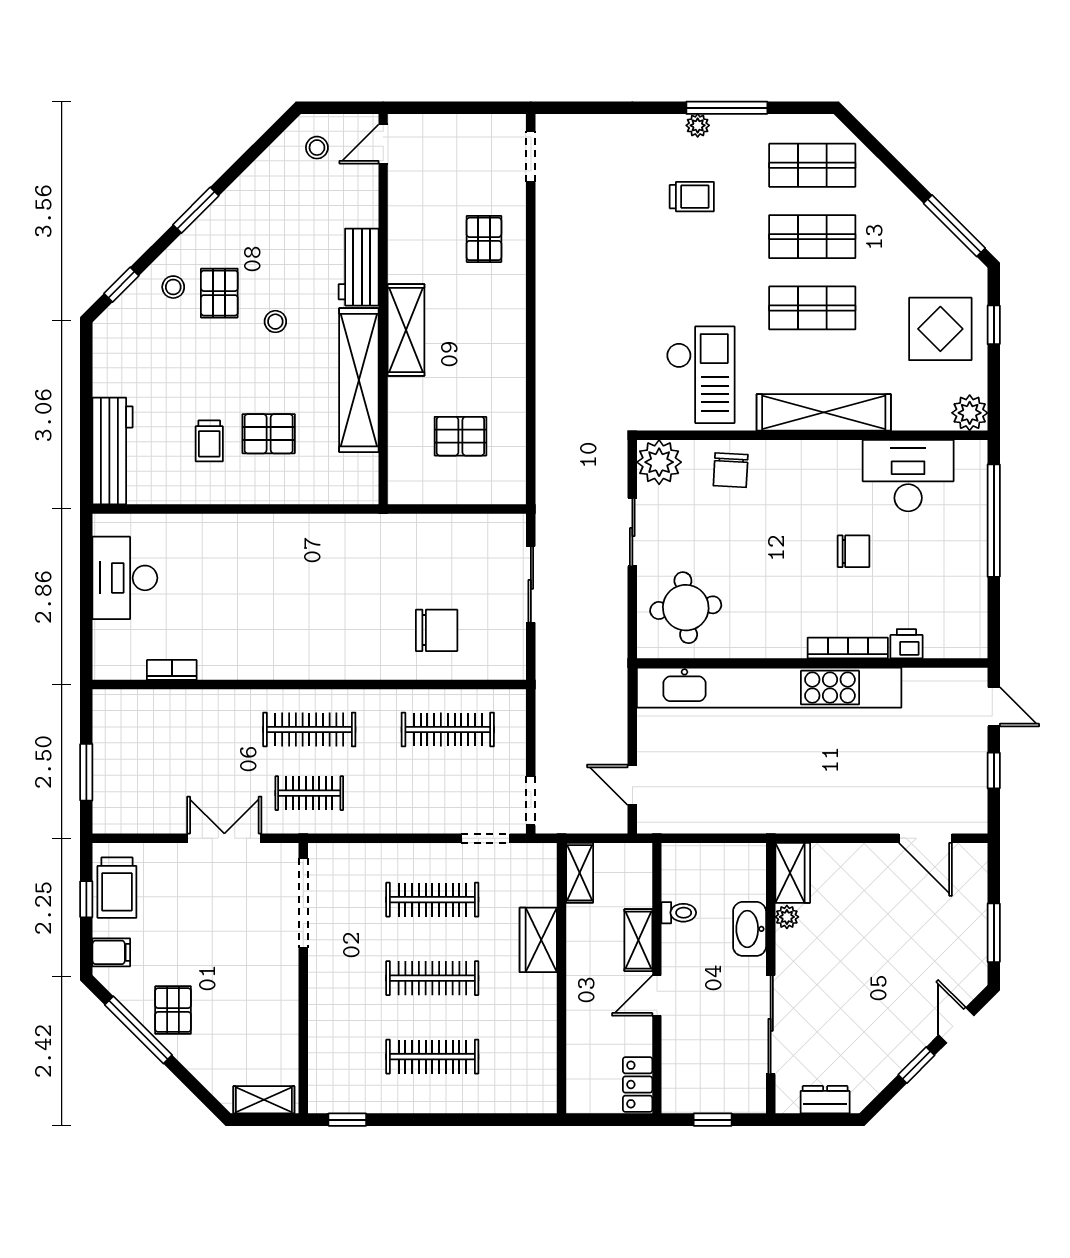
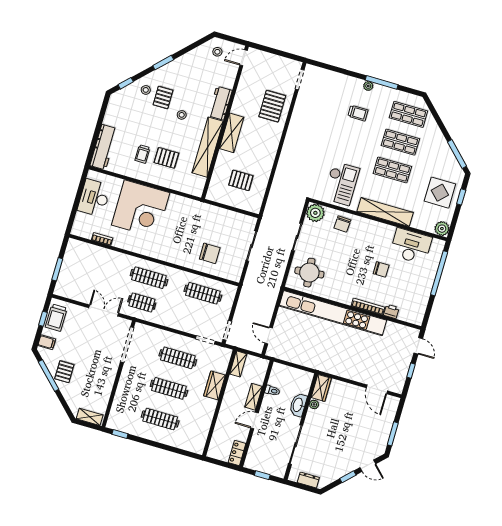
pallet: (484, 239) -> (272, 106), width x1.50, depth x1.42
corner desk: (242, 572) -> (141, 209), added
door: (956, 1025) -> (368, 466), swing flipped

